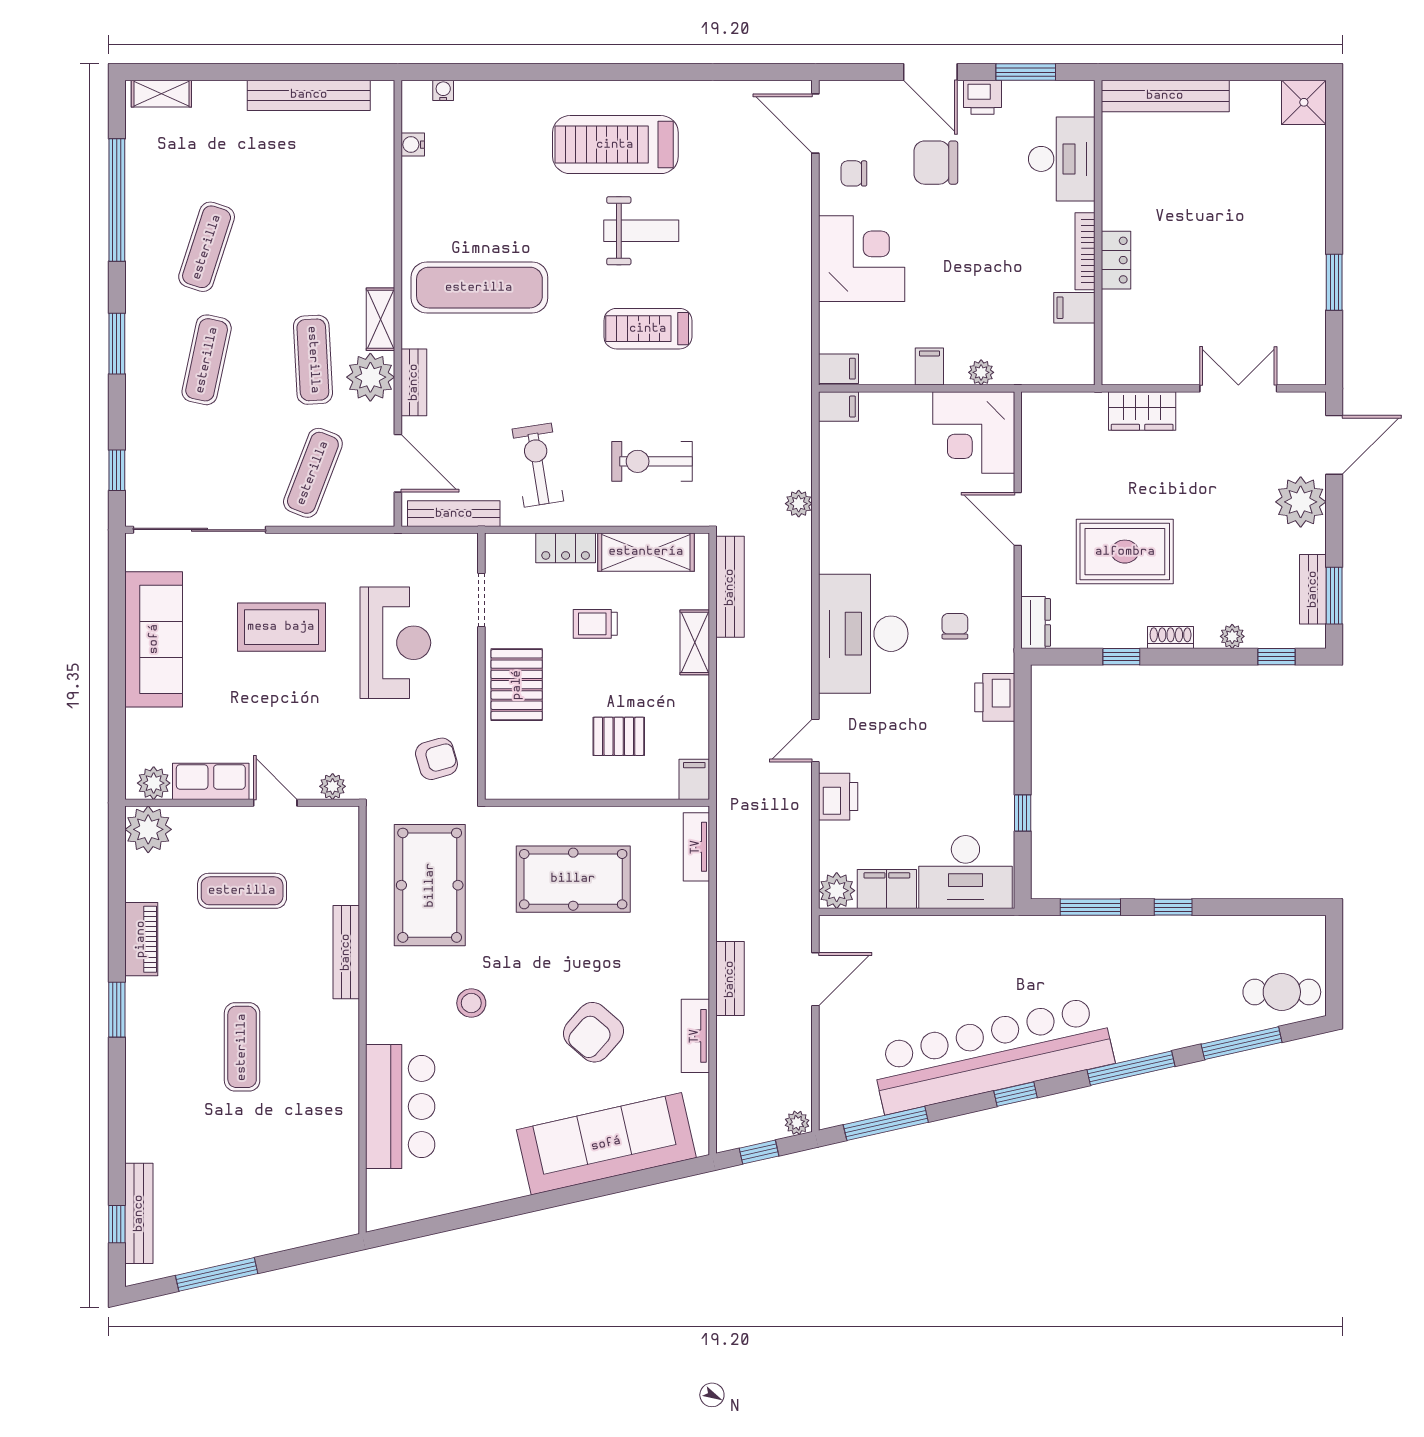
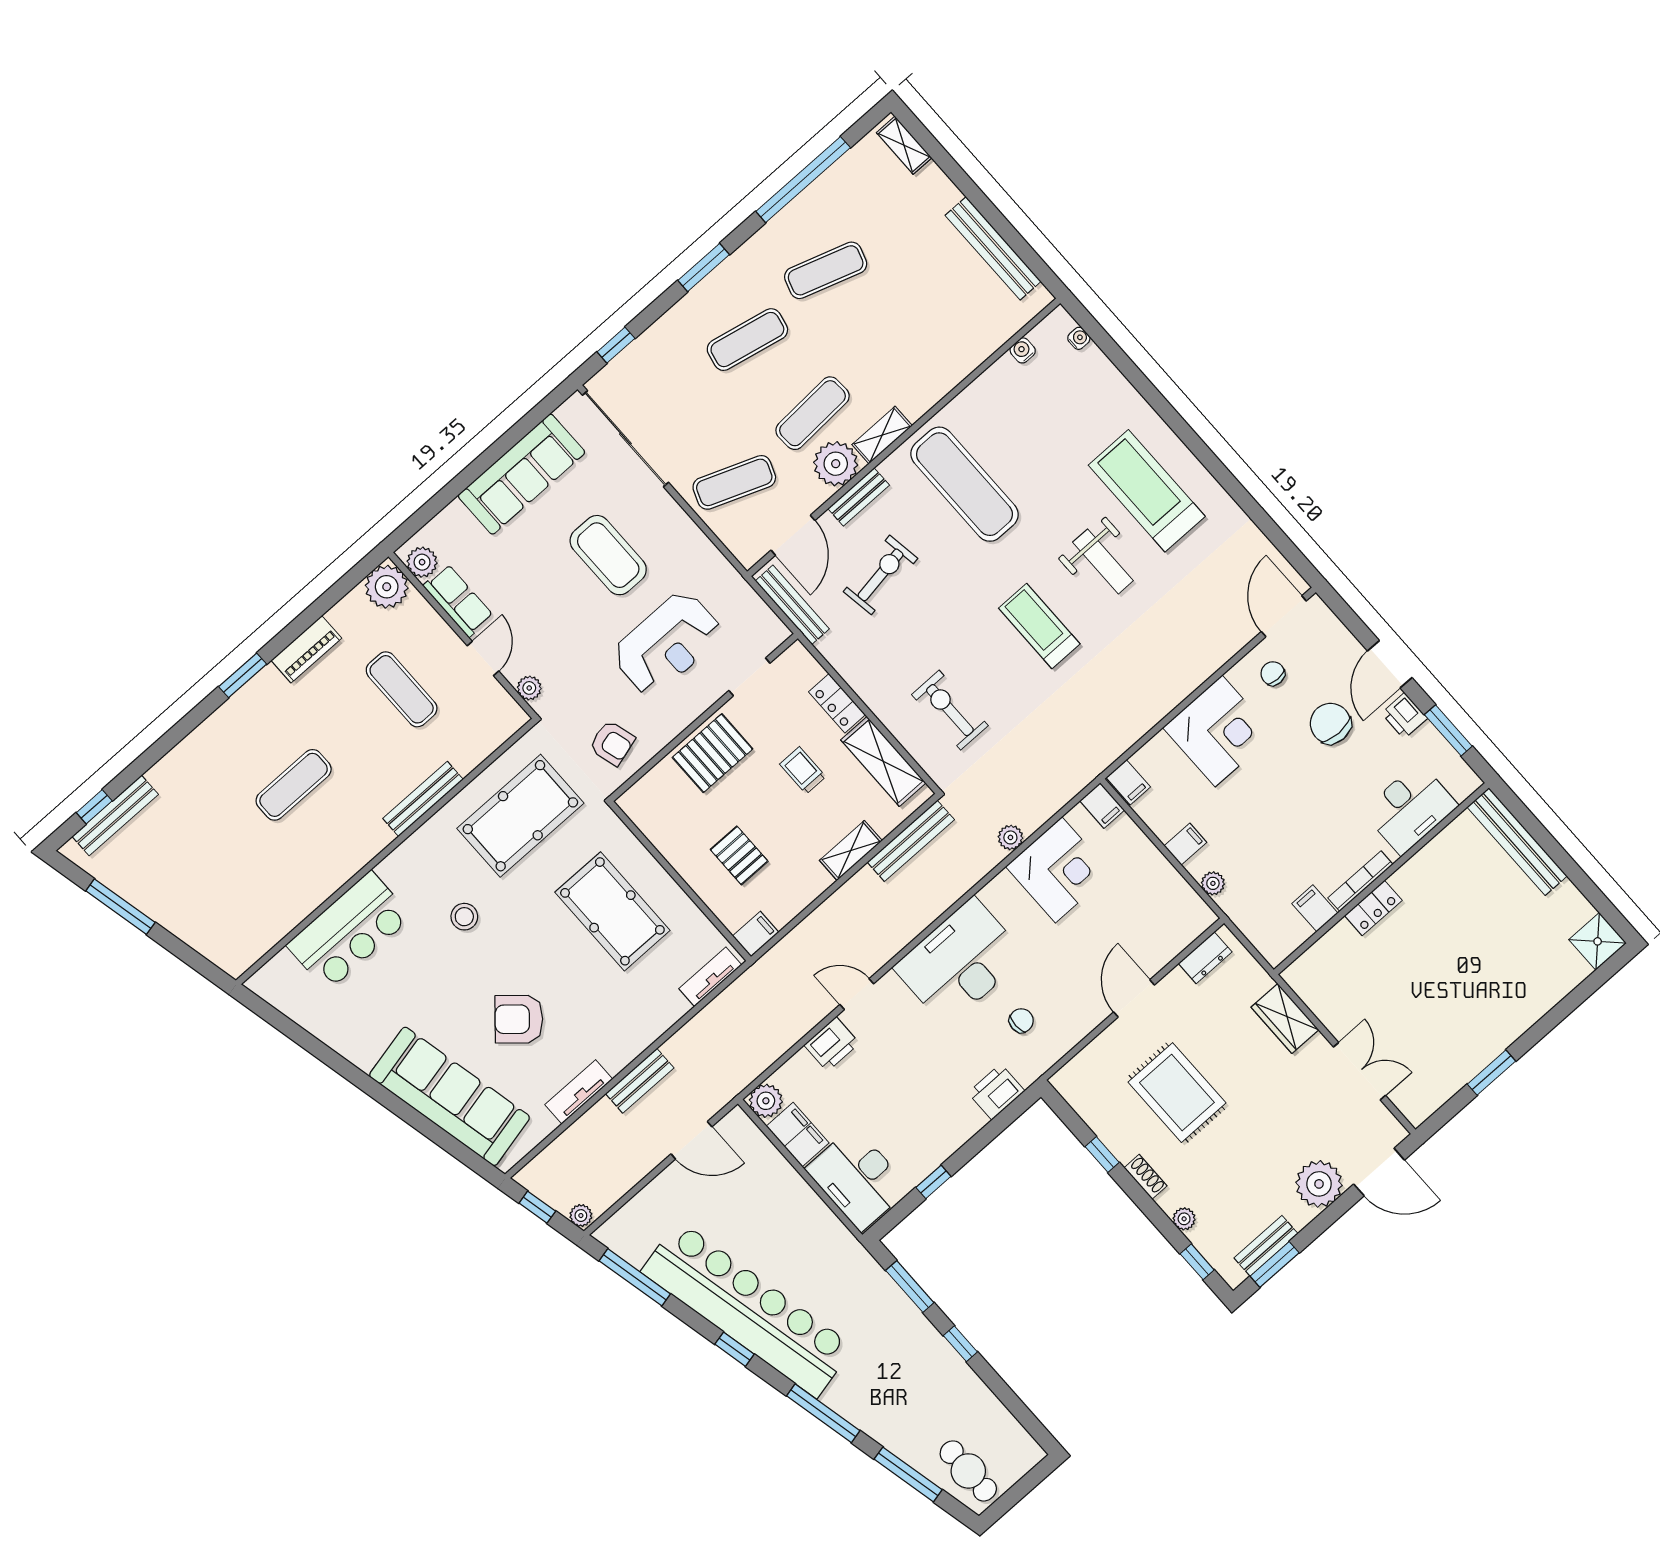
corner desk: (974, 432) -> (1059, 870), moved, turned 180
exercise bike: (538, 465) -> (880, 575), moved
dresser: (1036, 622) -> (1205, 958), moved

